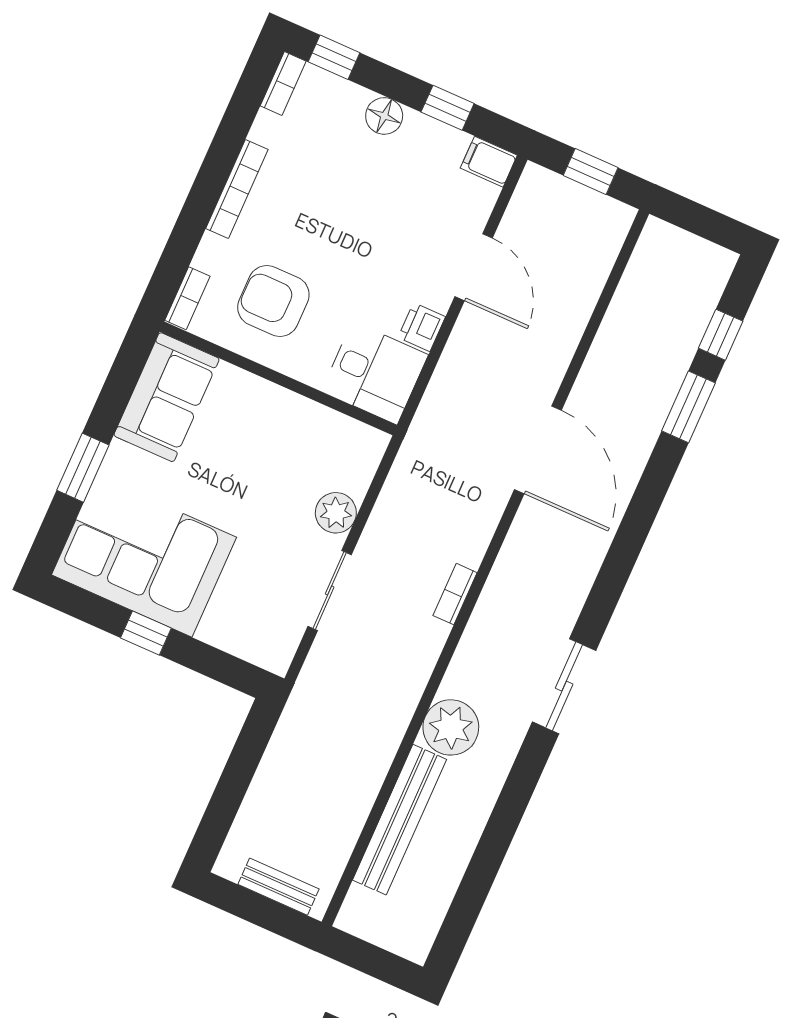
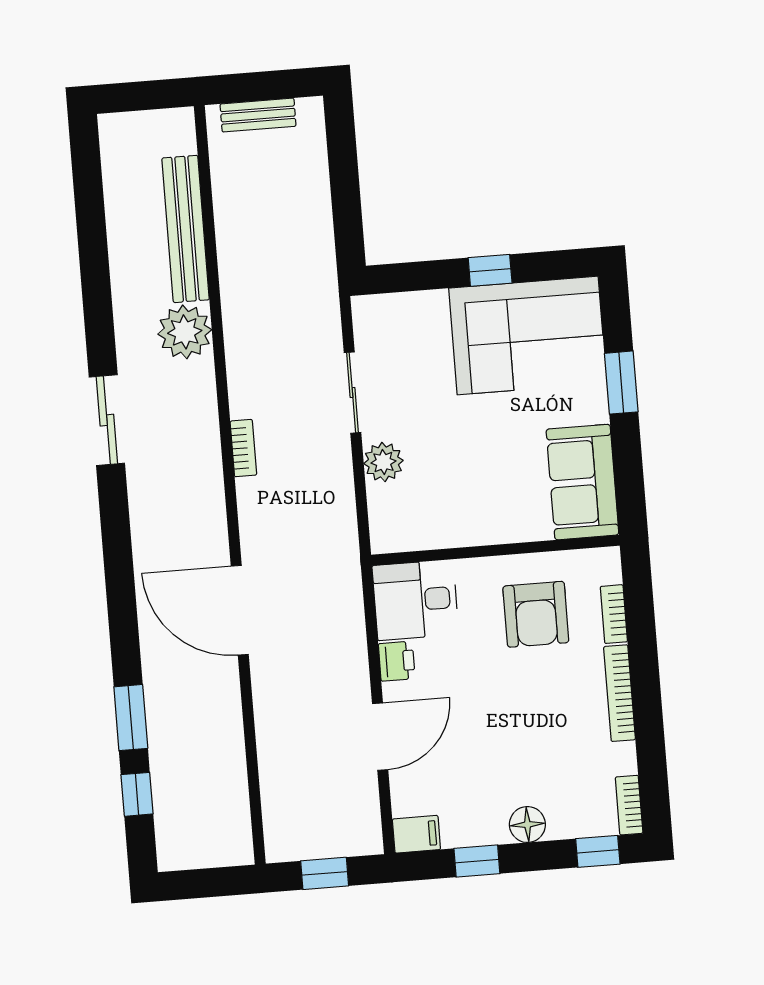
door: (474, 267) -> (380, 737), swing flipped
bookcase: (187, 298) -> (614, 614), moved
armchair: (273, 301) -> (536, 614), turned 90

